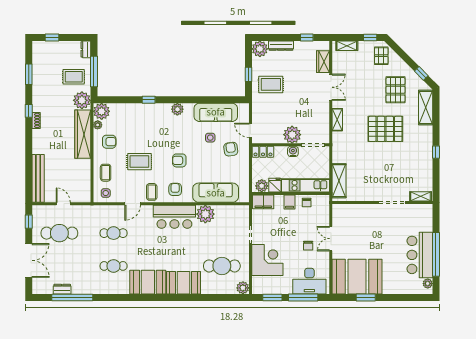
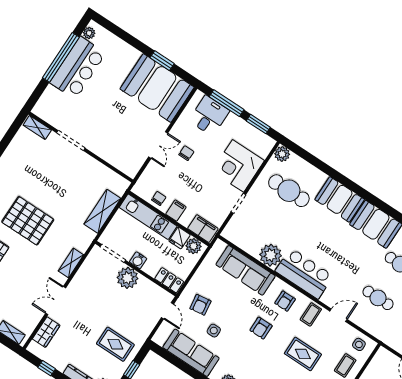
armchair: (179, 160) -> (261, 328), turned 90
shelving: (339, 181) -> (102, 211), moved
desk: (309, 281) -> (209, 116), width x0.73

